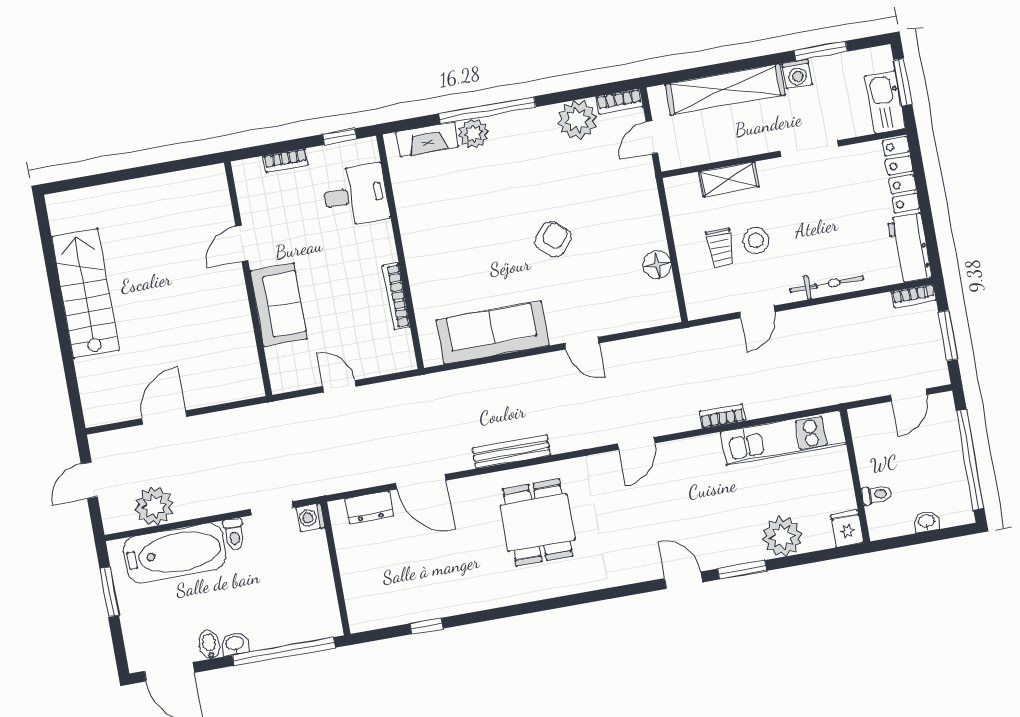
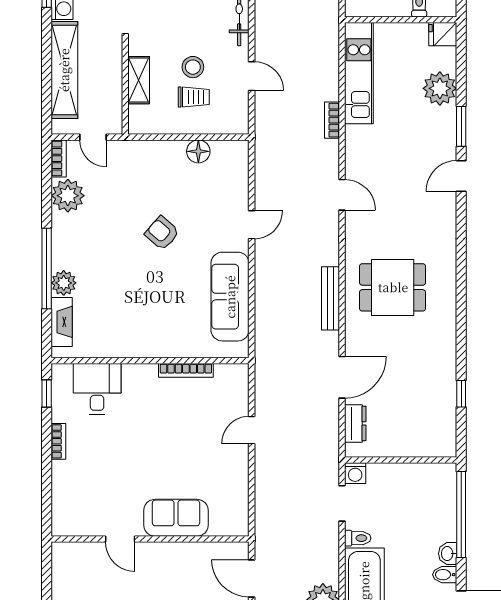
door: (242, 243) -> (120, 539), moved
wall: (248, 279) -> (150, 539), moved
sofa: (279, 305) -> (176, 518), moved

